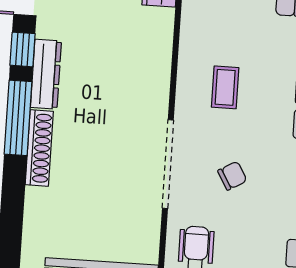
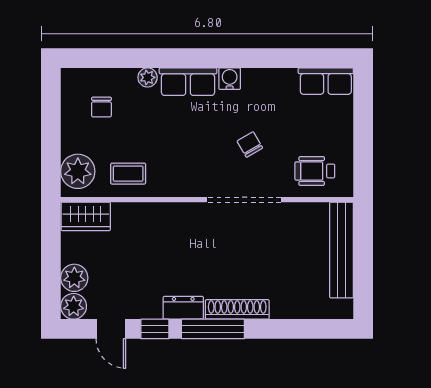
dresser: (46, 74) -> (183, 308), width x0.70
coffee table: (225, 87) -> (128, 174), moved

